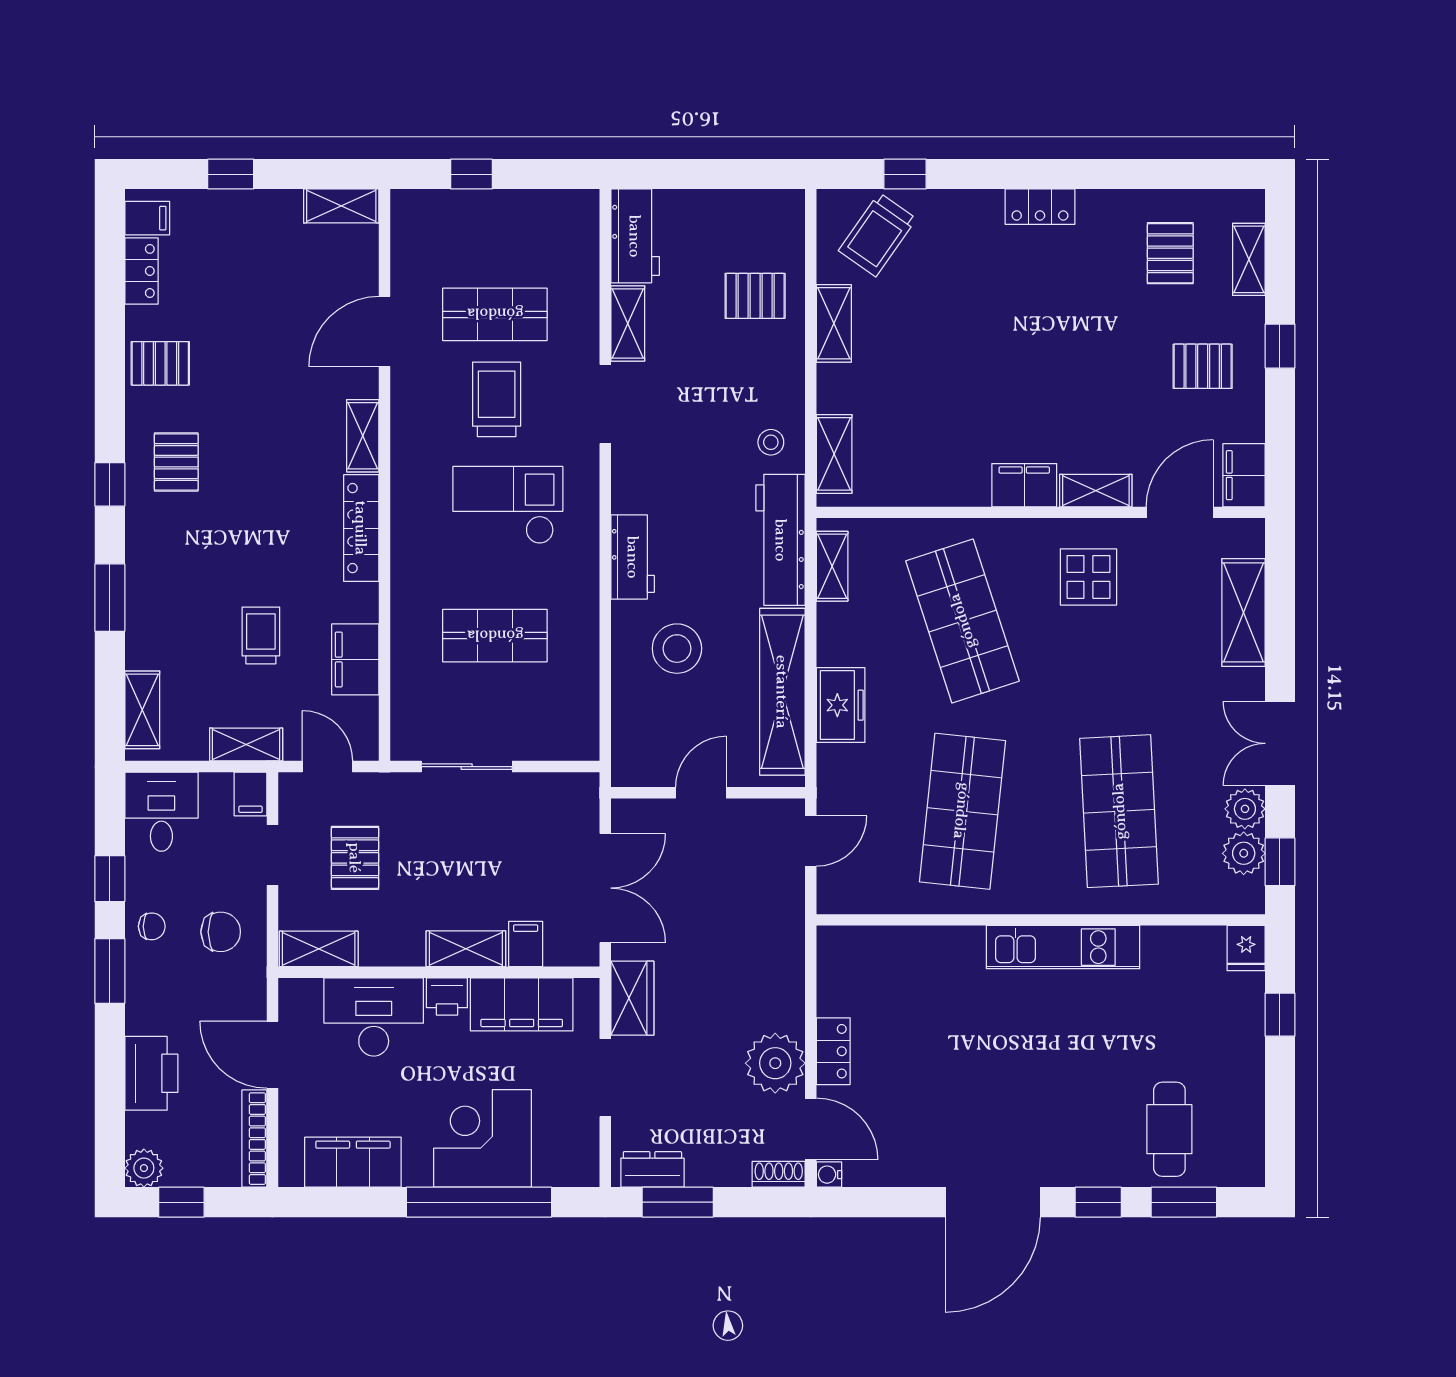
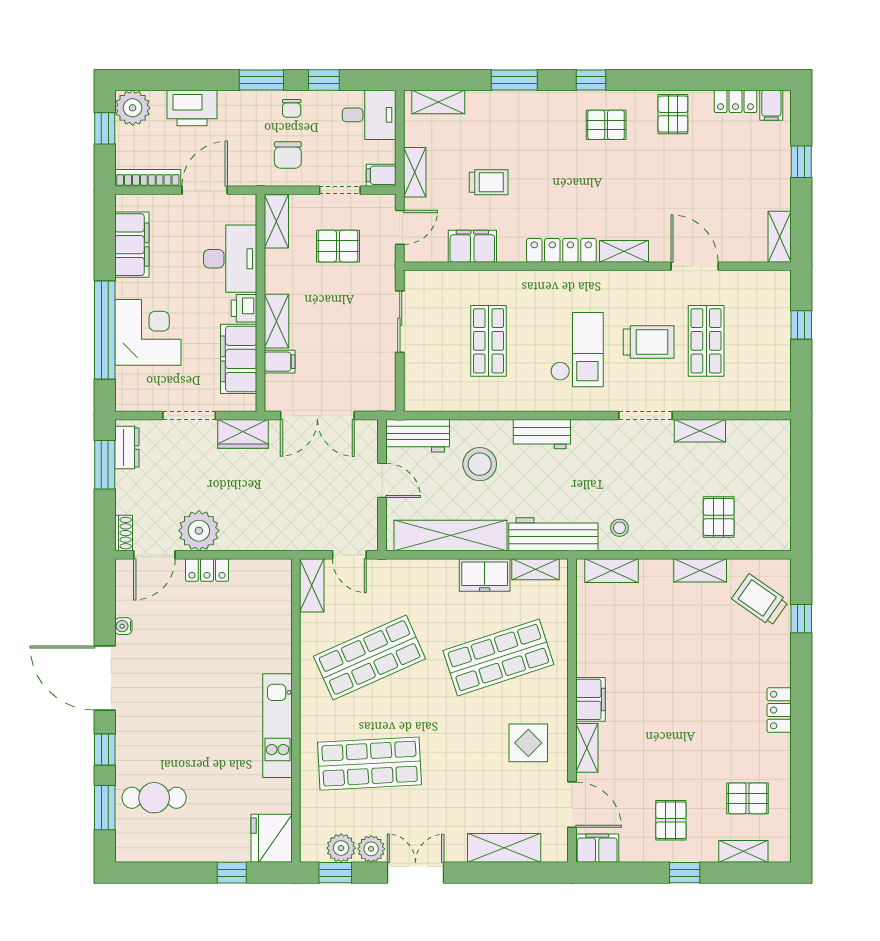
workbench: (635, 236) -> (418, 436), moved
freezer: (841, 705) -> (485, 575), moved
shop shelf: (962, 811) -> (370, 658), turned -30
shelving: (856, 897) -> (312, 585), added
fridge: (1246, 948) -> (272, 838), width x1.88, depth x1.34
plant: (144, 1168) -> (133, 108), width x1.36, depth x1.36
water cooler: (829, 1175) -> (123, 626), moved, turned -90

